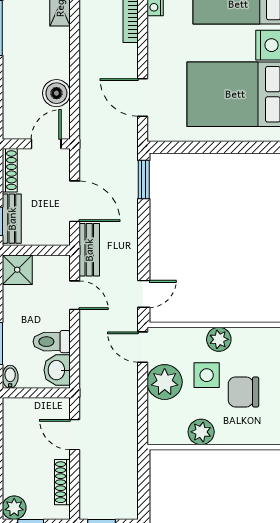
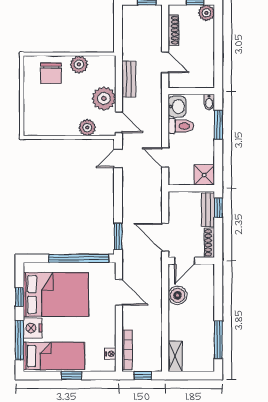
window: (201, 147) -> (79, 258), added
door: (75, 201) -> (165, 237), moved
bench: (89, 250) -> (129, 79), moved
plant: (219, 339) -> (87, 128), moved
side table: (207, 375) -> (75, 103), removed
chair: (244, 392) -> (51, 73), moved, turned 90

